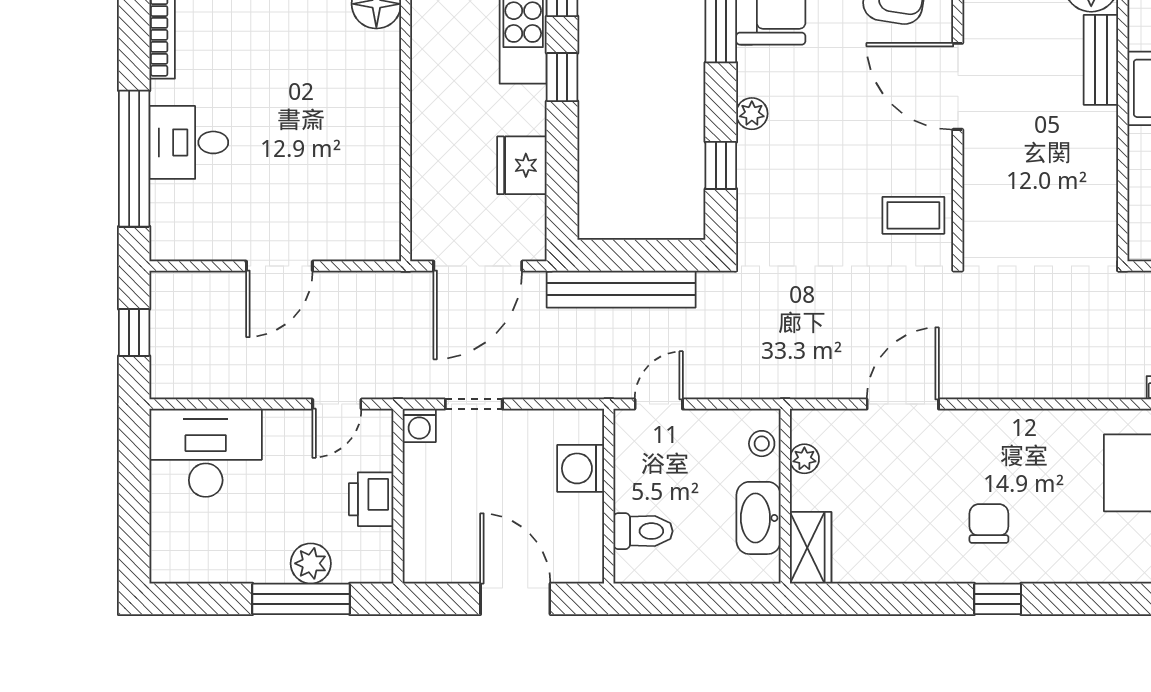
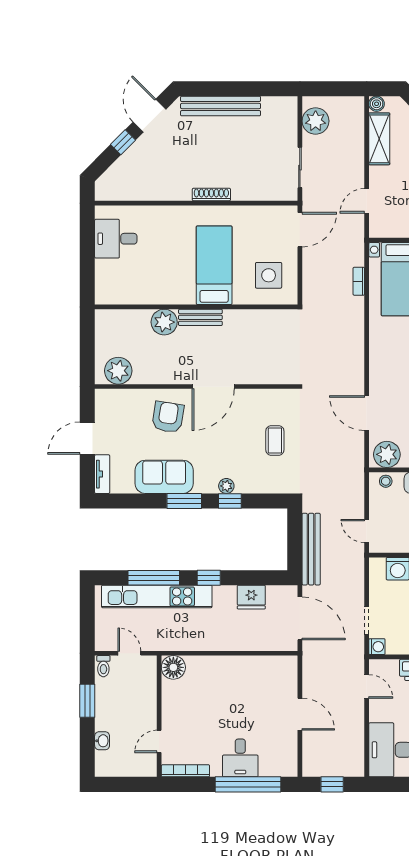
window: (721, 165) -> (230, 501), moved
coffee table: (913, 215) -> (275, 440), moved
plant: (804, 459) -> (387, 454), width x1.88, depth x1.88

